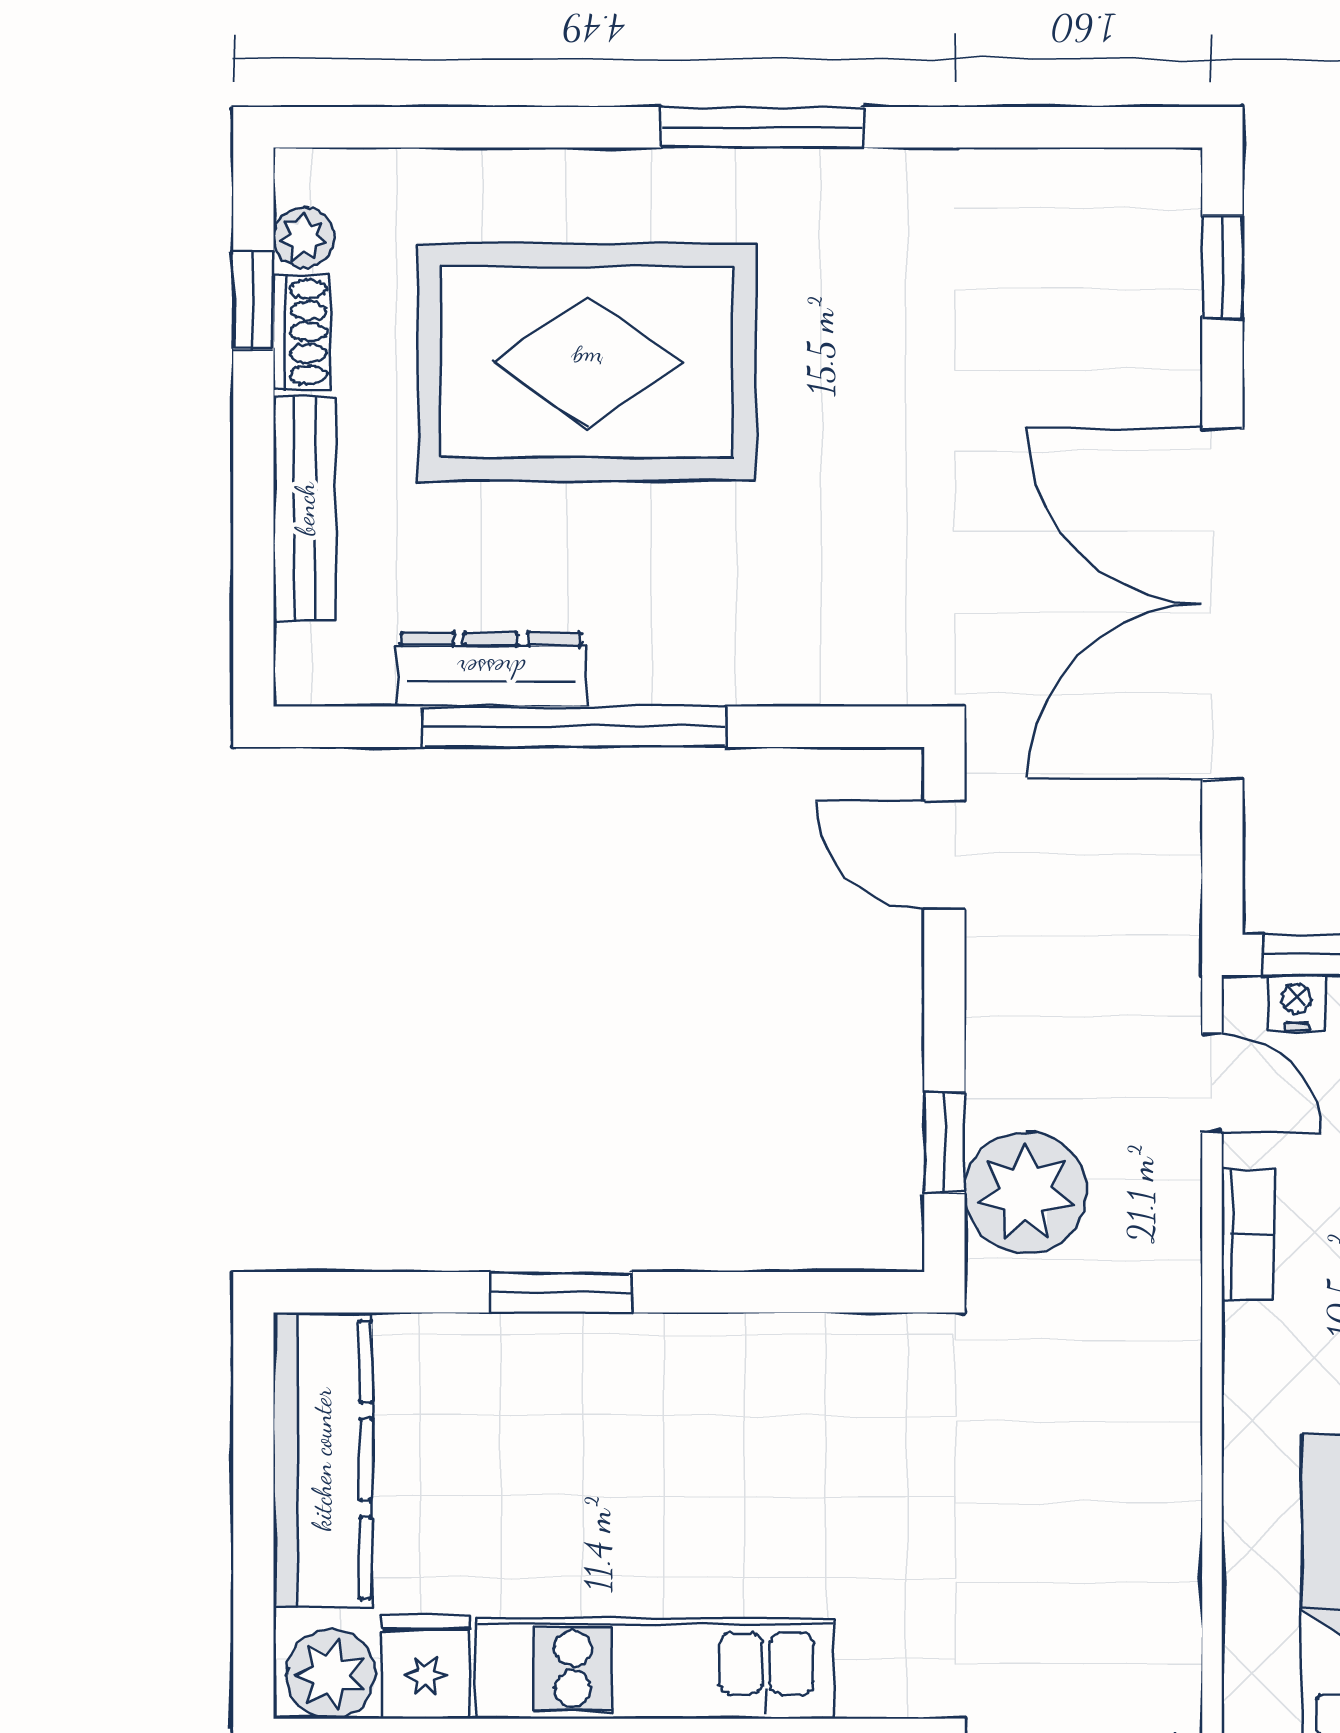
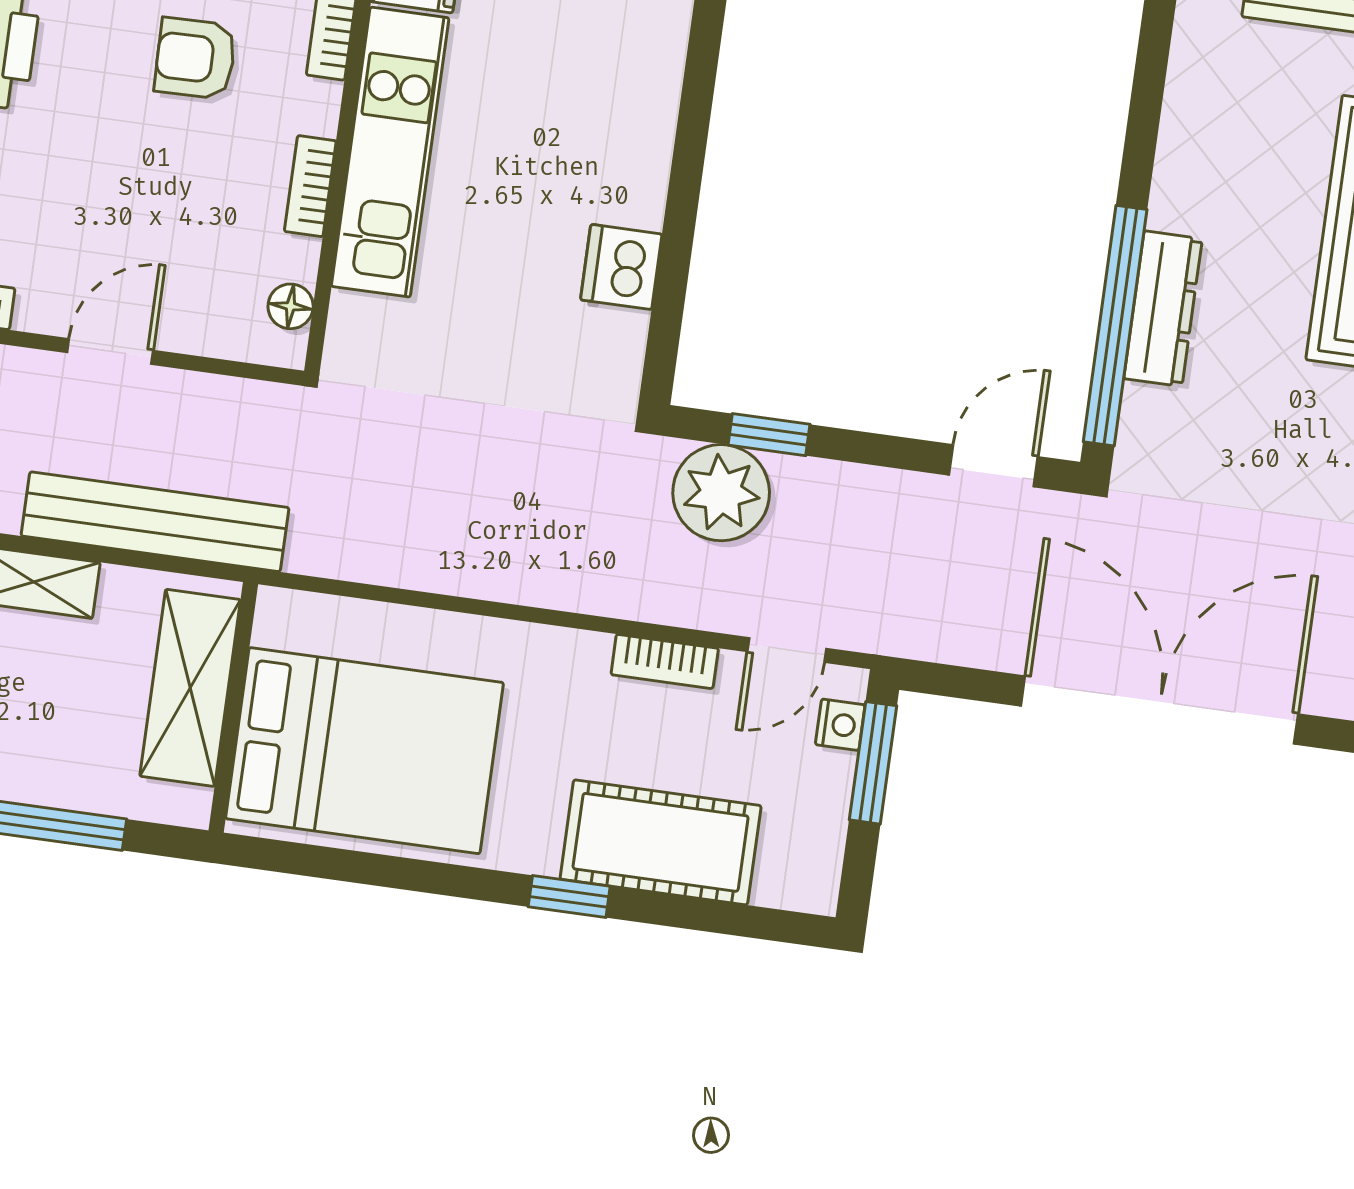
dresser: (491, 669) -> (1163, 309), moved
window: (575, 727) -> (1115, 326), moved
window: (561, 1292) -> (694, 119), removed
dishwasher: (759, 1358) -> (621, 267), added

